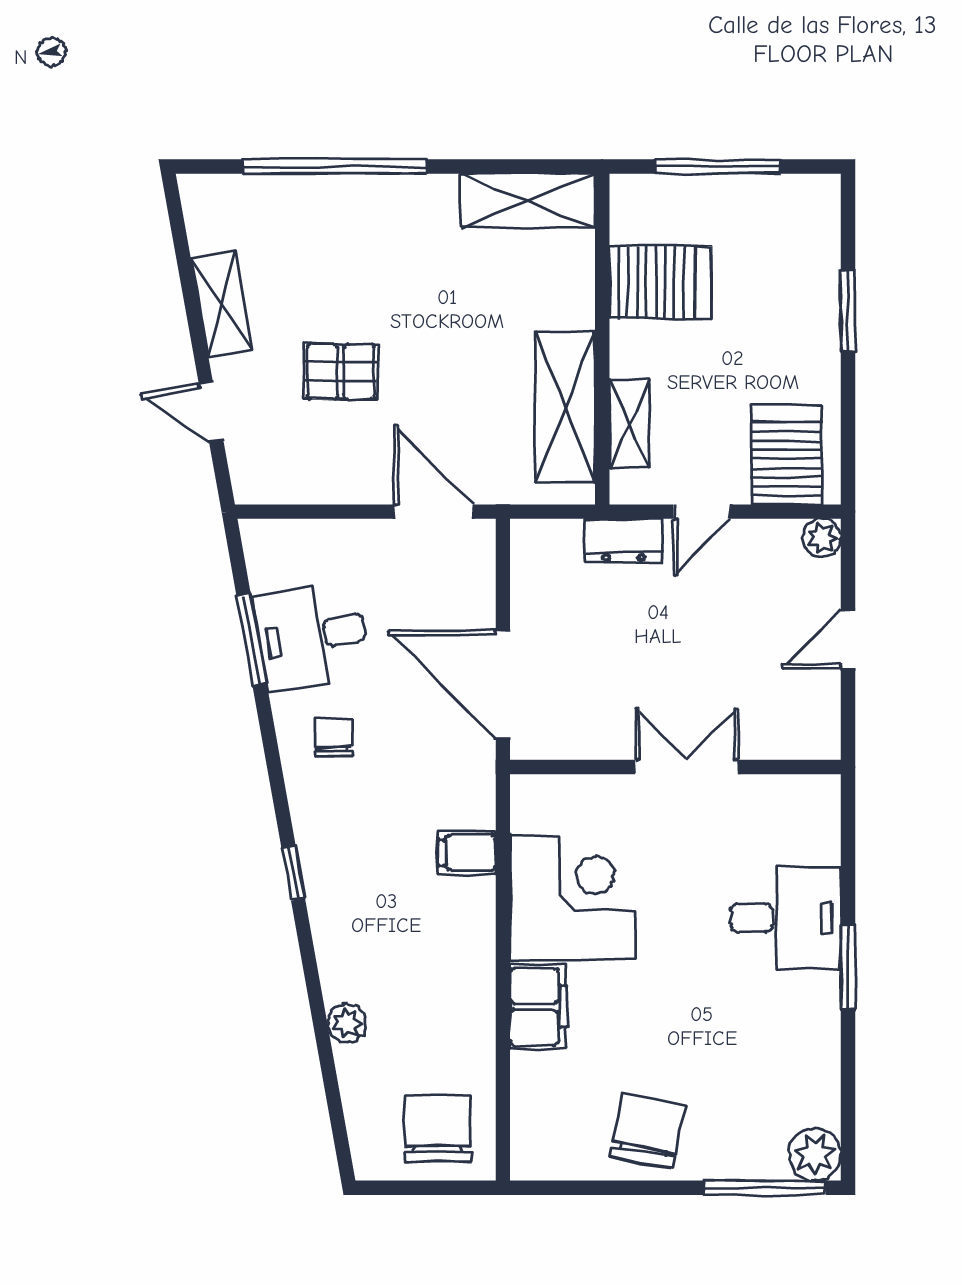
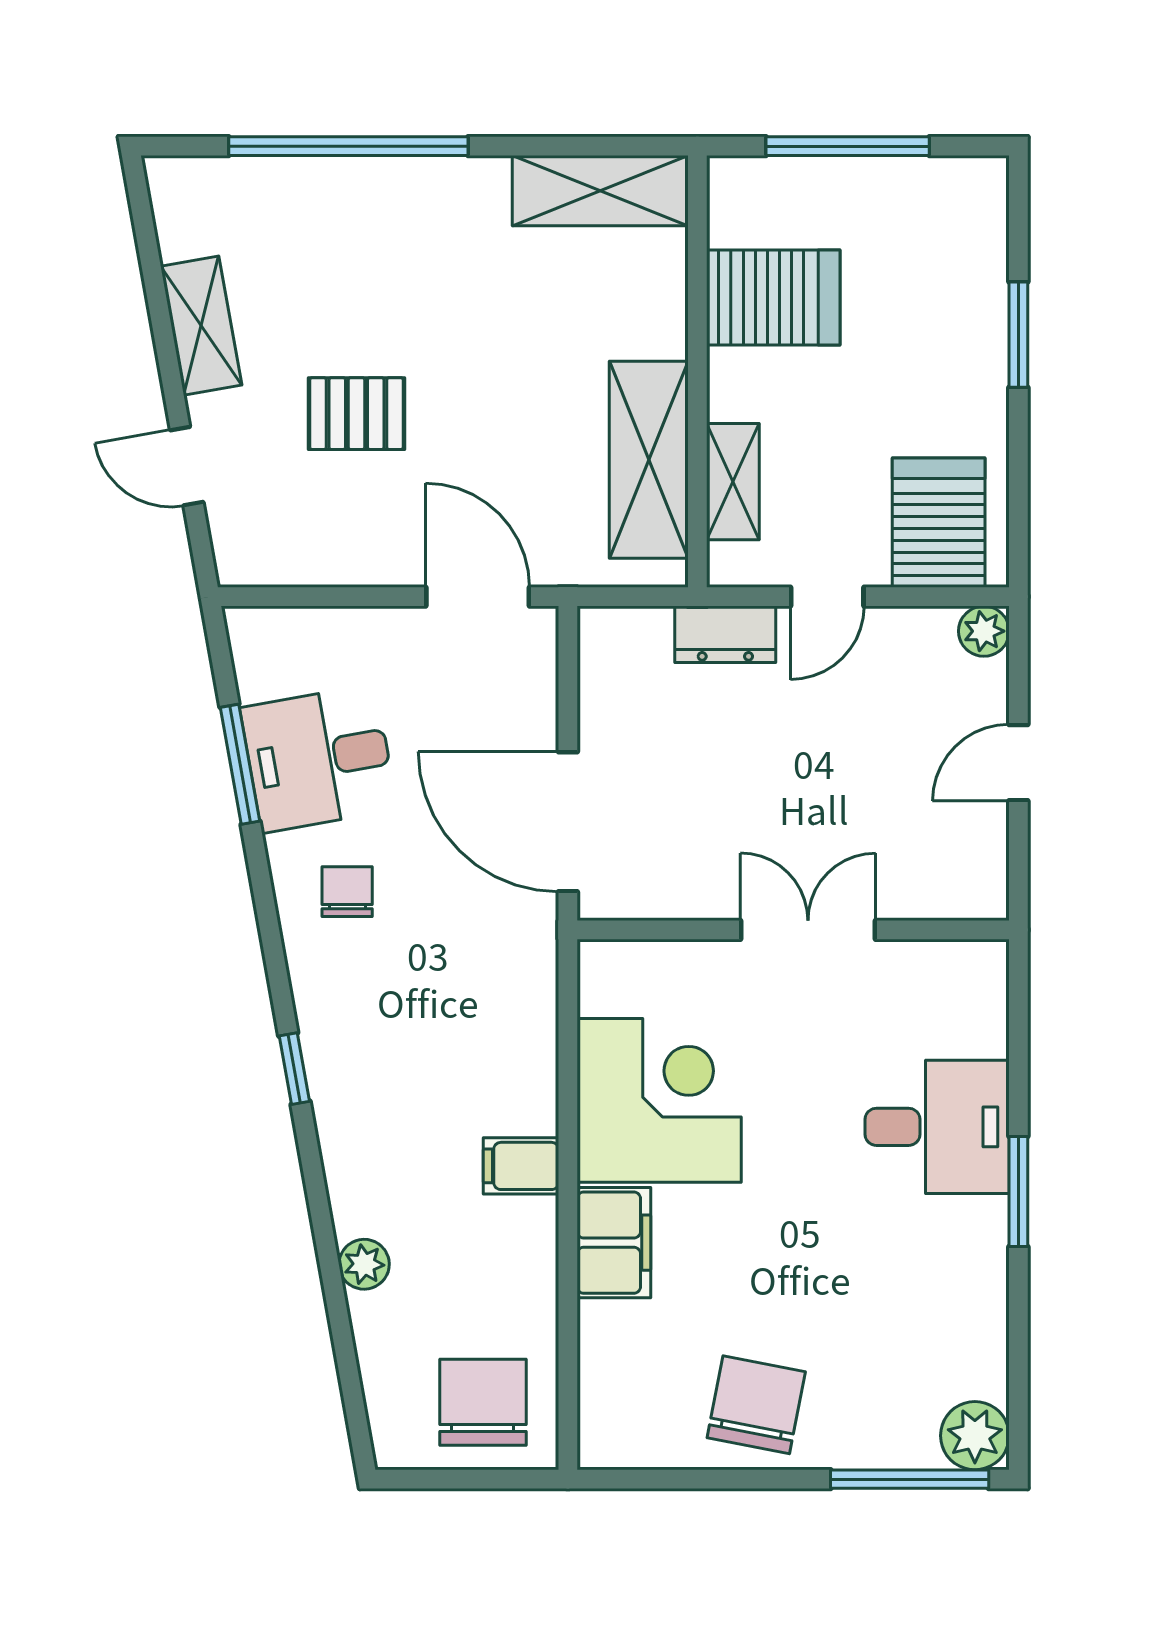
filing cabinet: (467, 852) -> (521, 1166), moved

